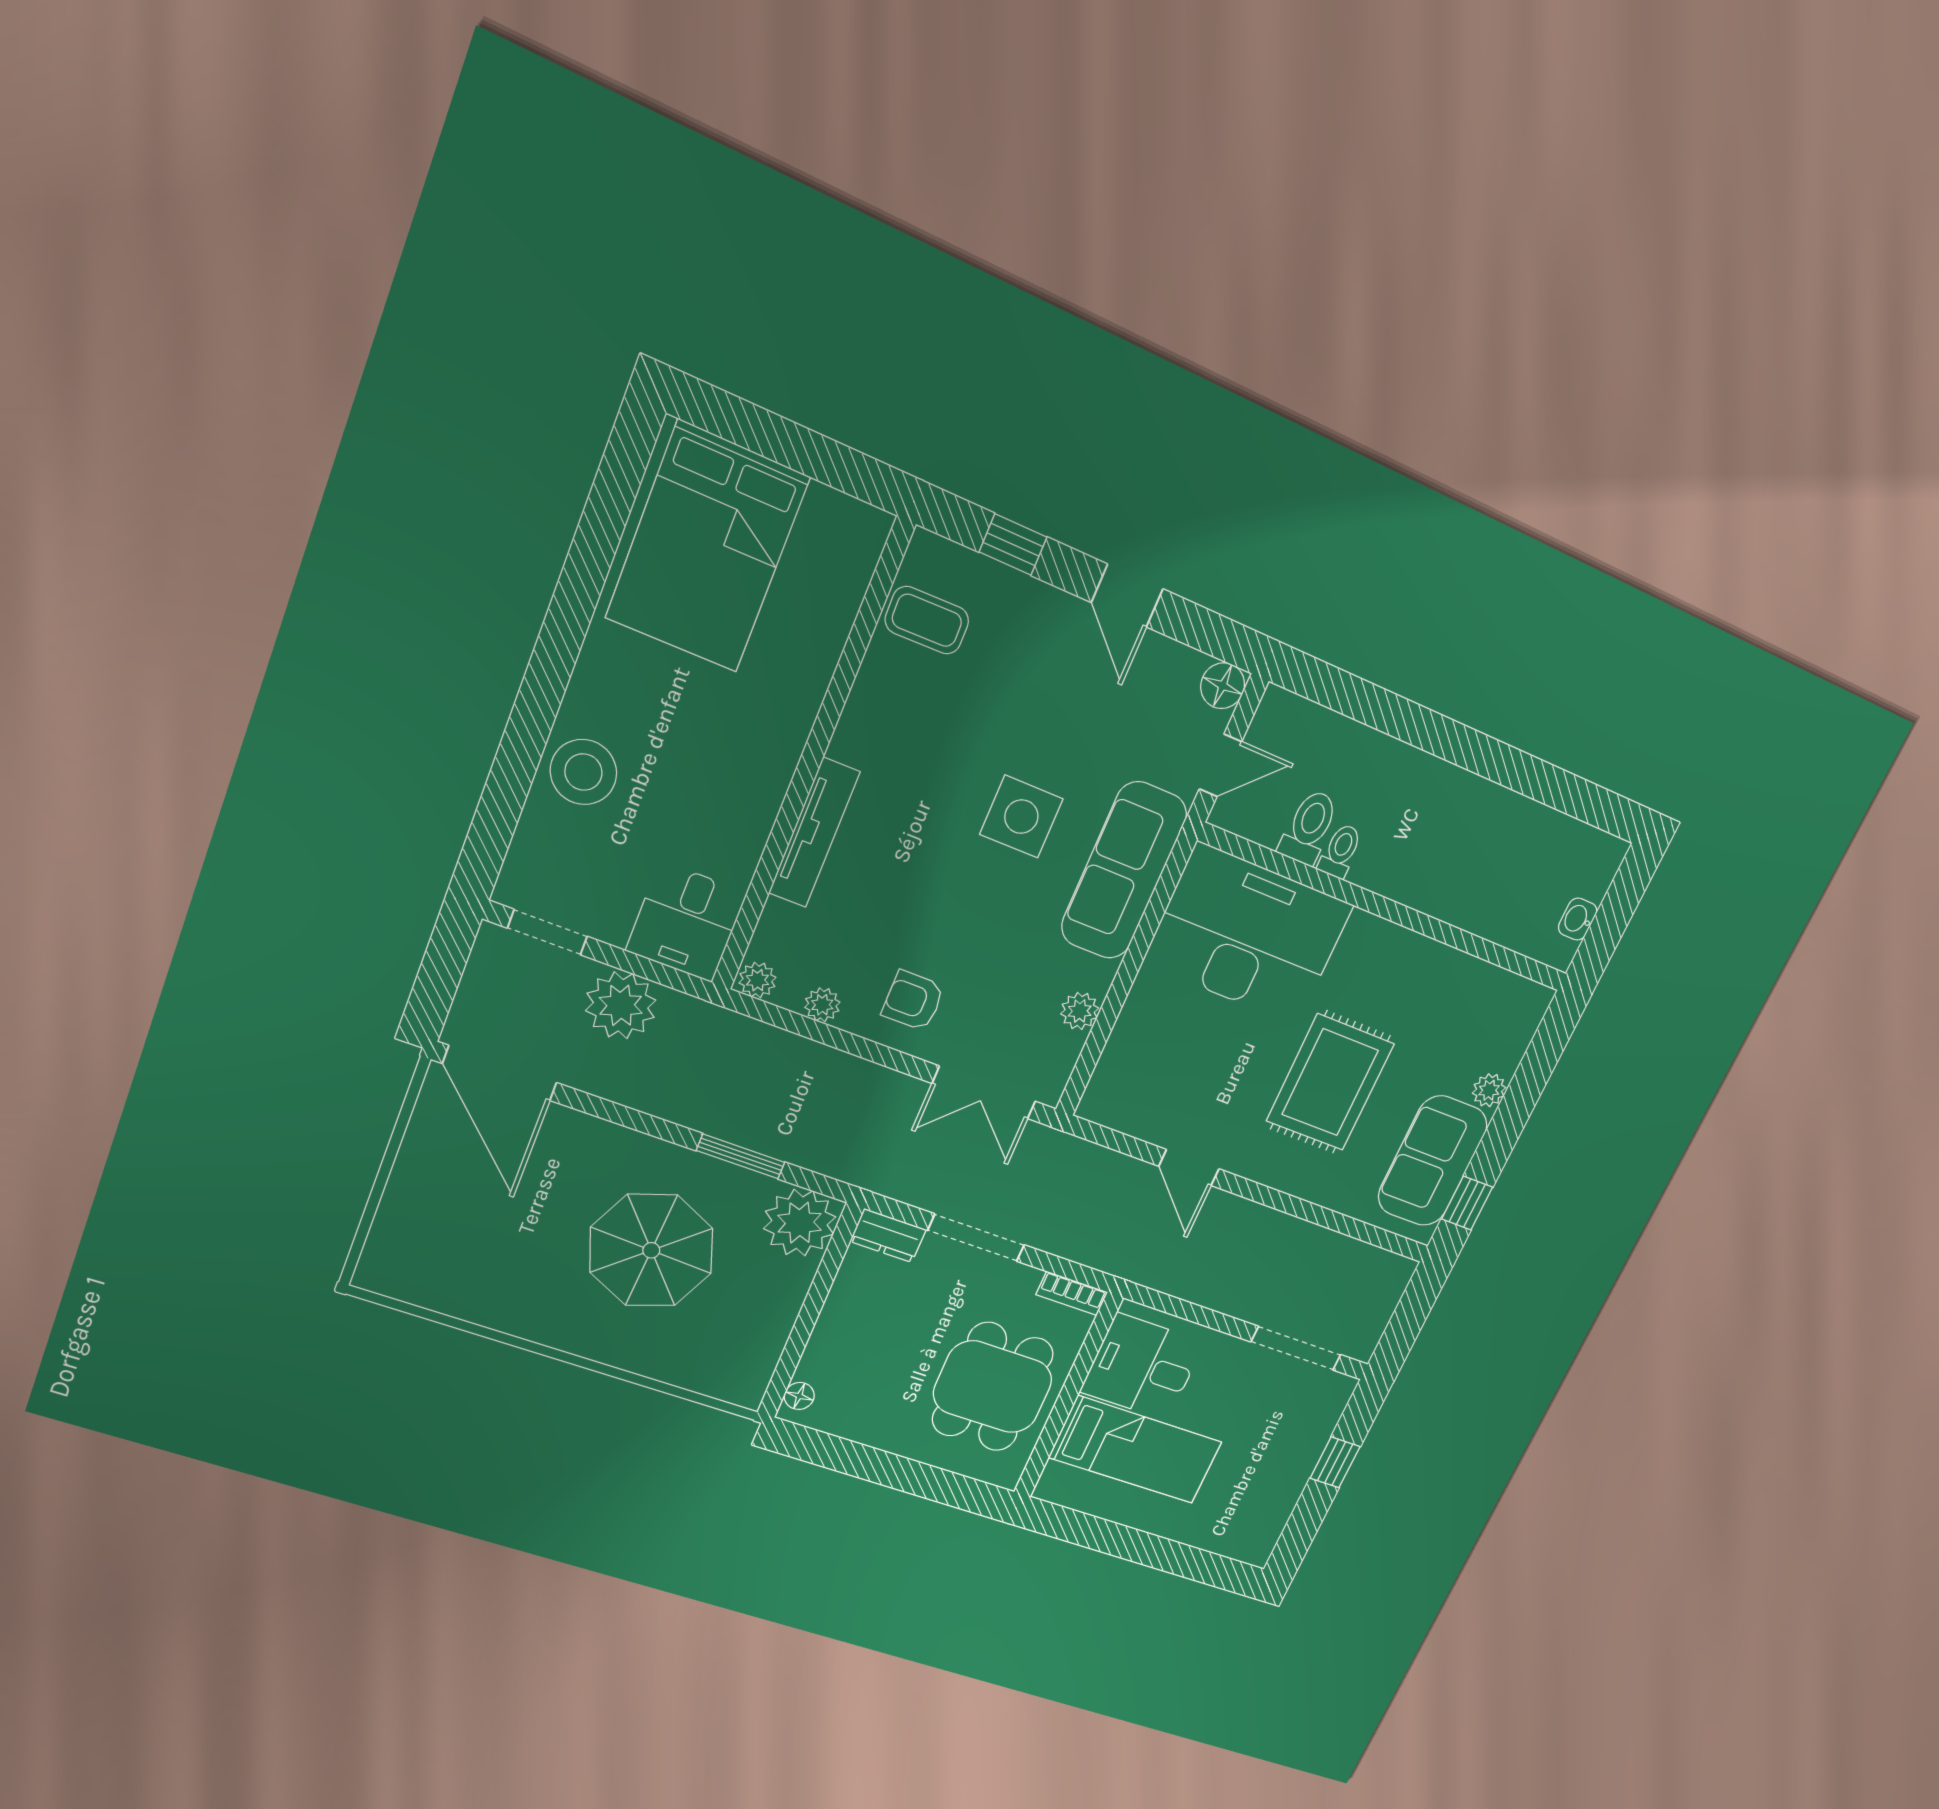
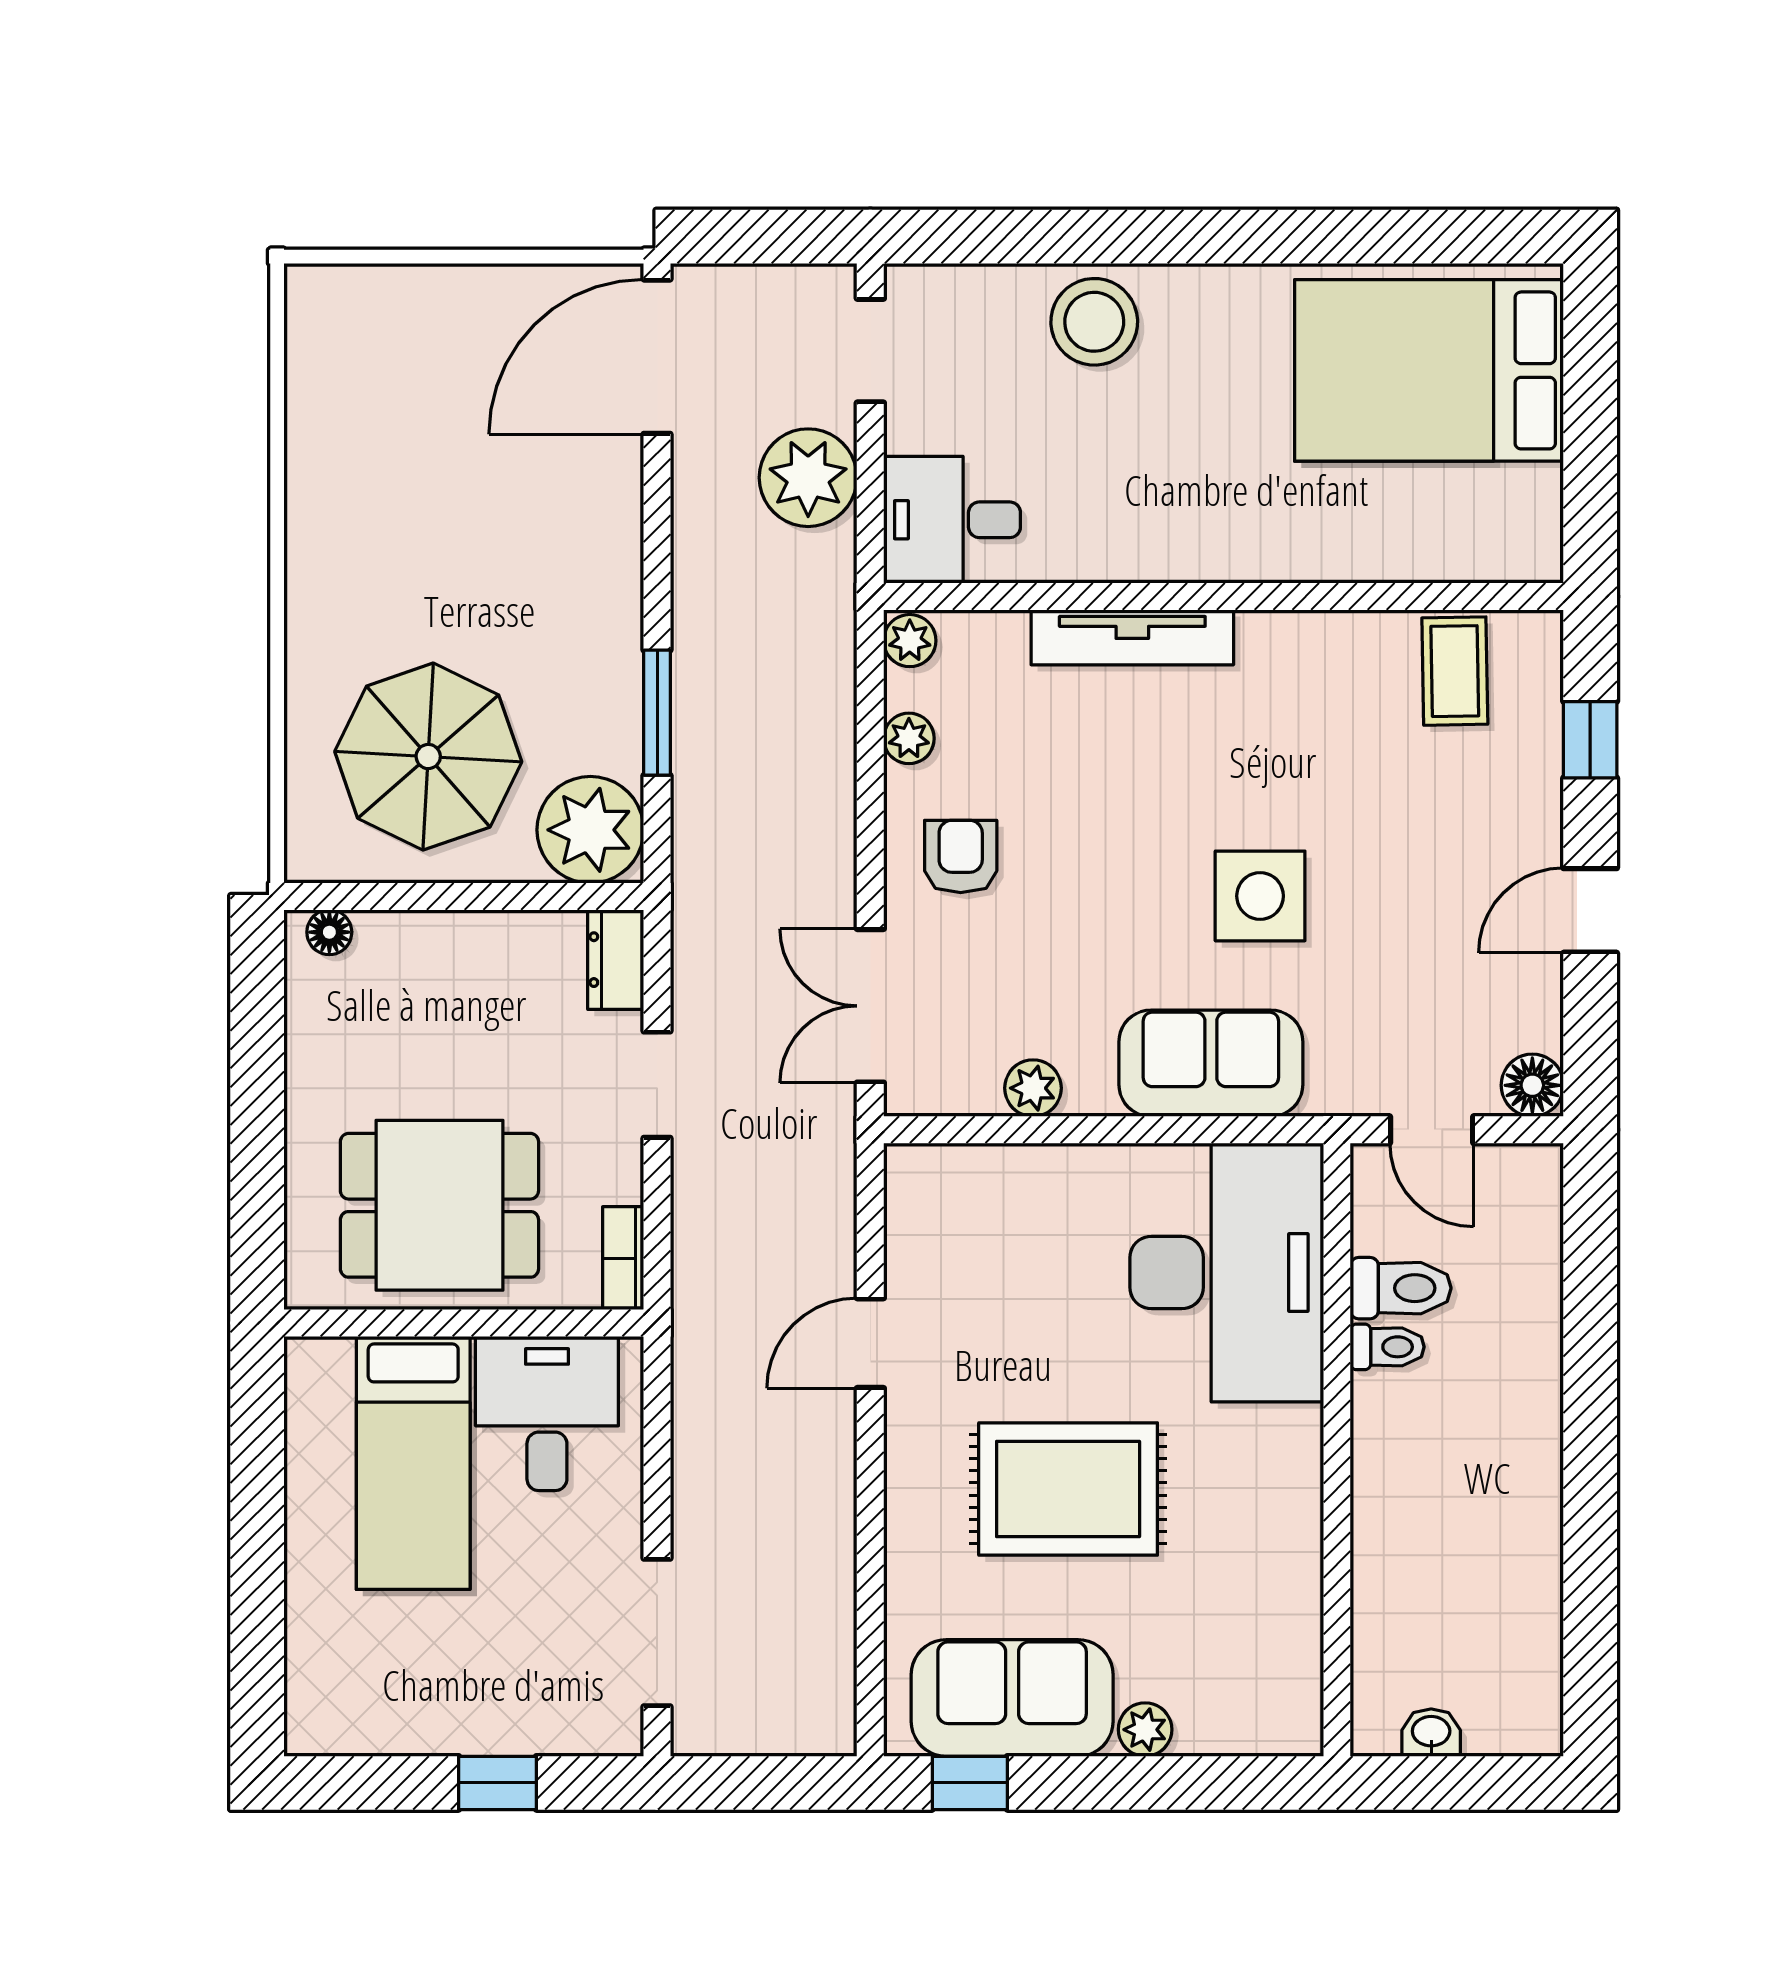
sofa: (1124, 871) -> (1211, 1063), width x0.73
doorway: (976, 1238) -> (657, 1085), width x0.73
parasol: (651, 1250) -> (428, 757), moved

